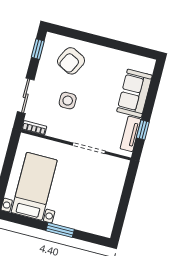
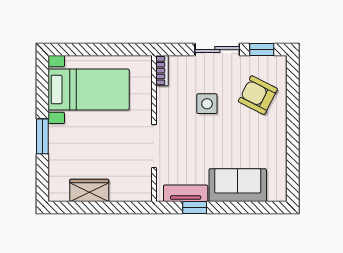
sliding door: (26, 96) -> (217, 50), moved
wardrobe: (110, 205) -> (89, 190), added

